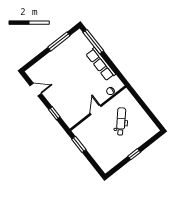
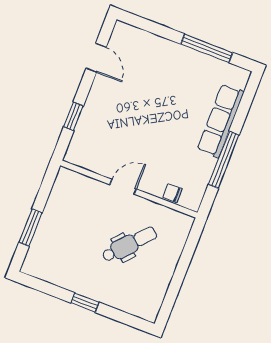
window: (93, 42) -> (224, 160), moved
row of seats: (101, 64) -> (221, 121), moved
window: (79, 144) -> (30, 228), moved

